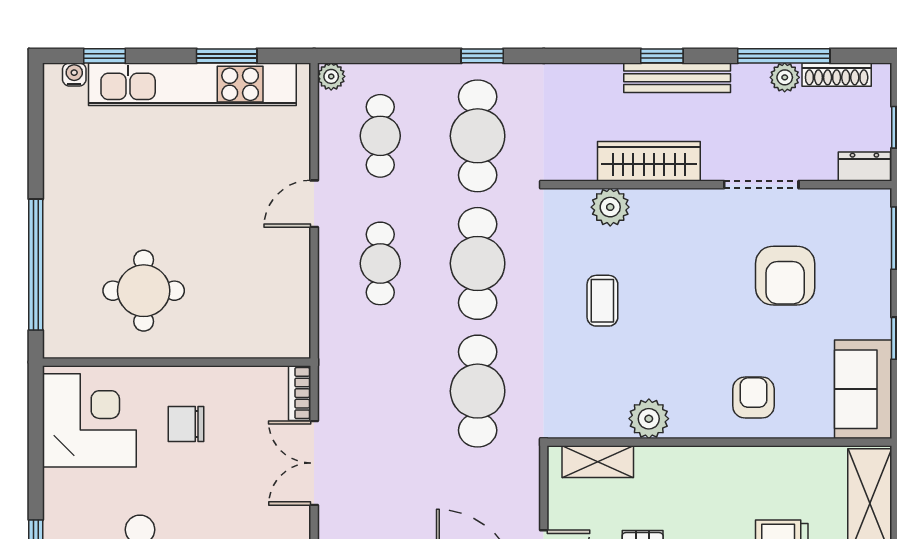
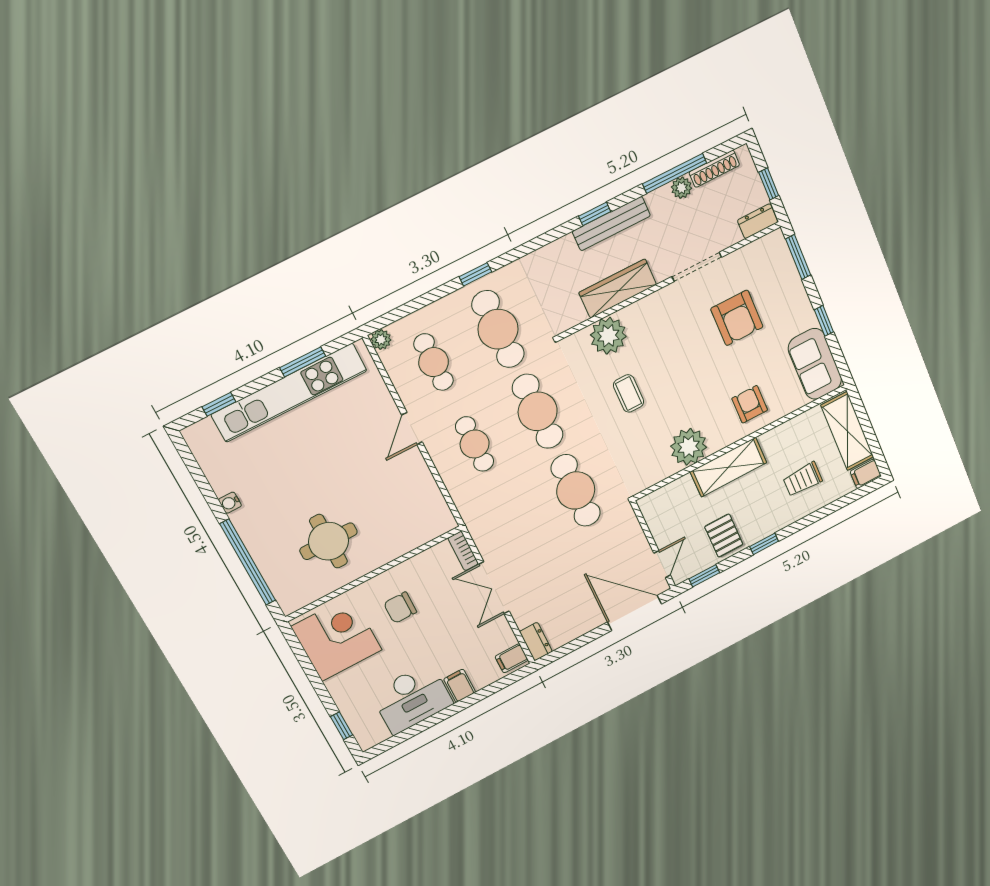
water cooler: (74, 74) -> (230, 503), moved, turned -90
plant: (610, 207) -> (608, 336), width x1.36, depth x1.36
plant: (649, 419) -> (689, 447), width x1.36, depth x1.36
shelving: (598, 462) -> (728, 467), moved, width x1.50, depth x1.33

